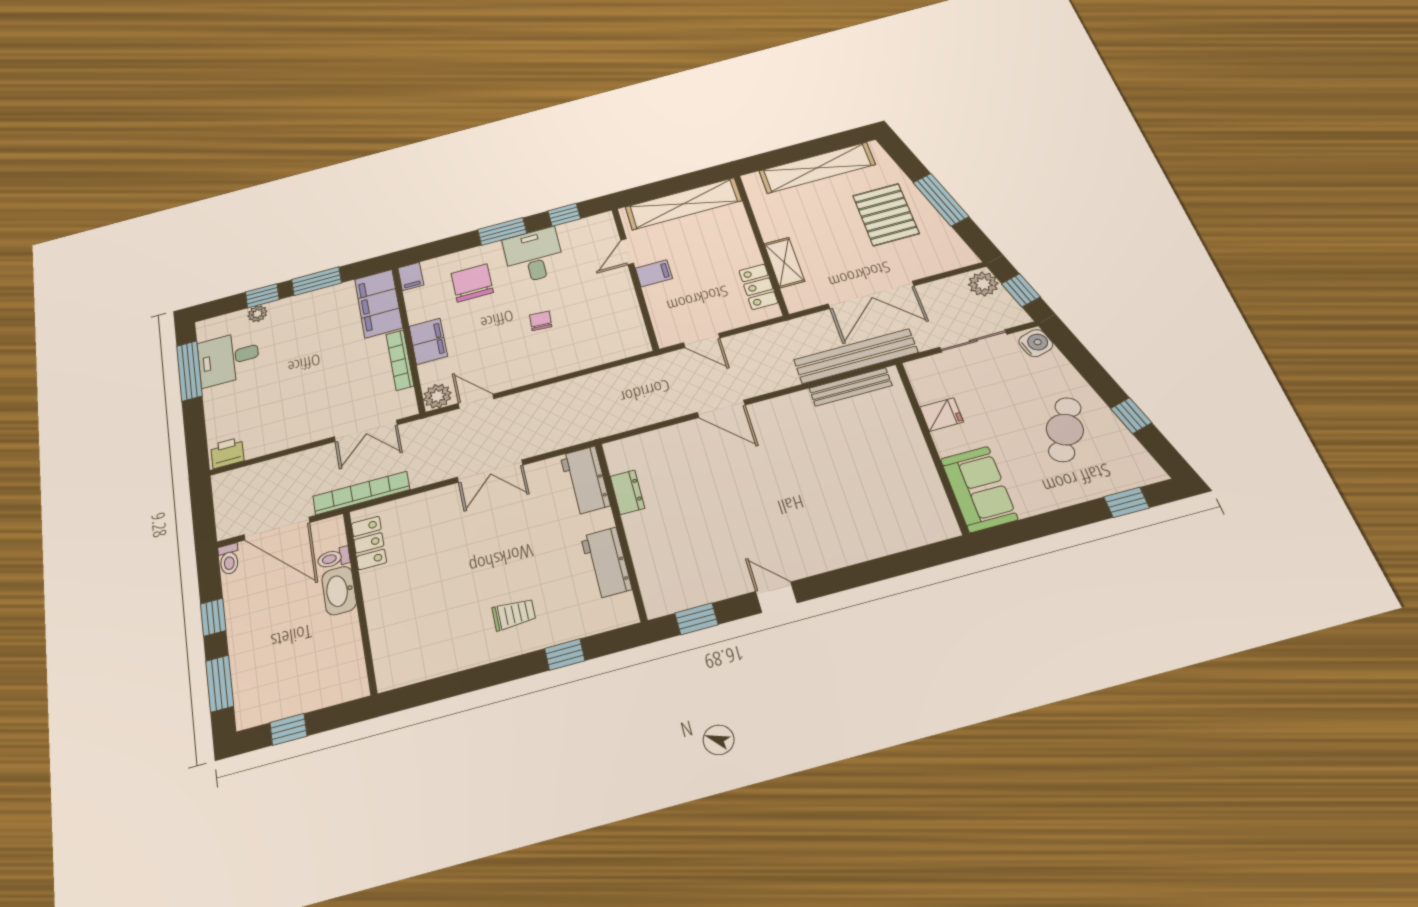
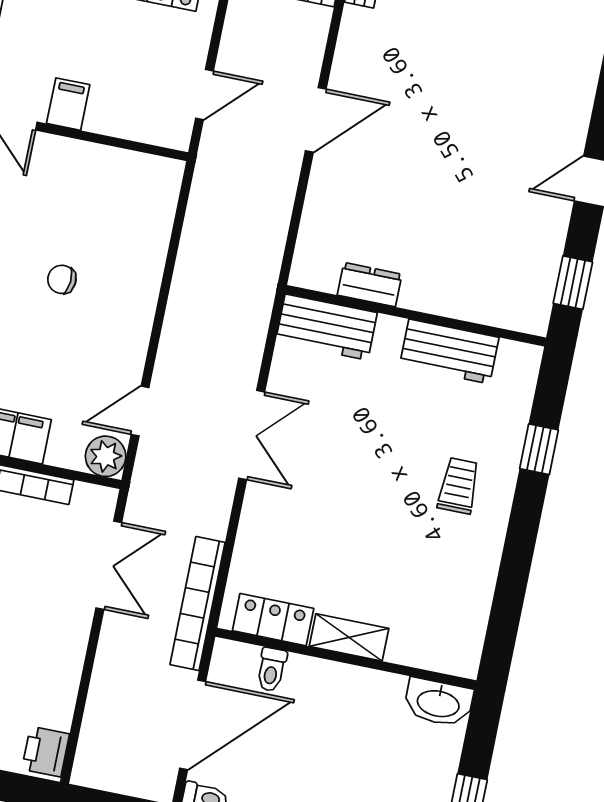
washbasin: (339, 591) -> (438, 702), moved
shelving: (376, 596) -> (349, 637), added

